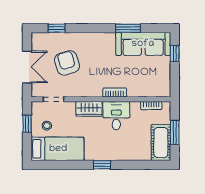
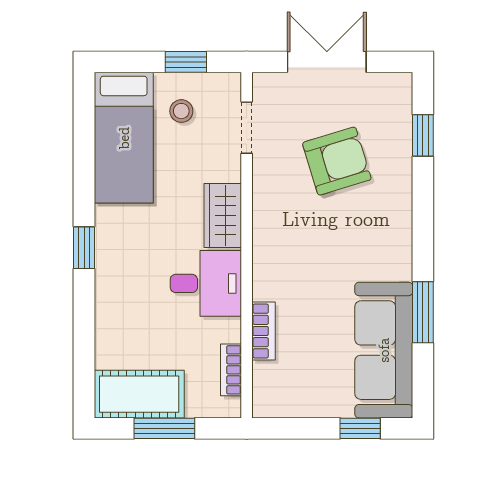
double door: (27, 67) -> (327, 62), swing flipped
bookcase: (115, 93) -> (263, 331), moved

